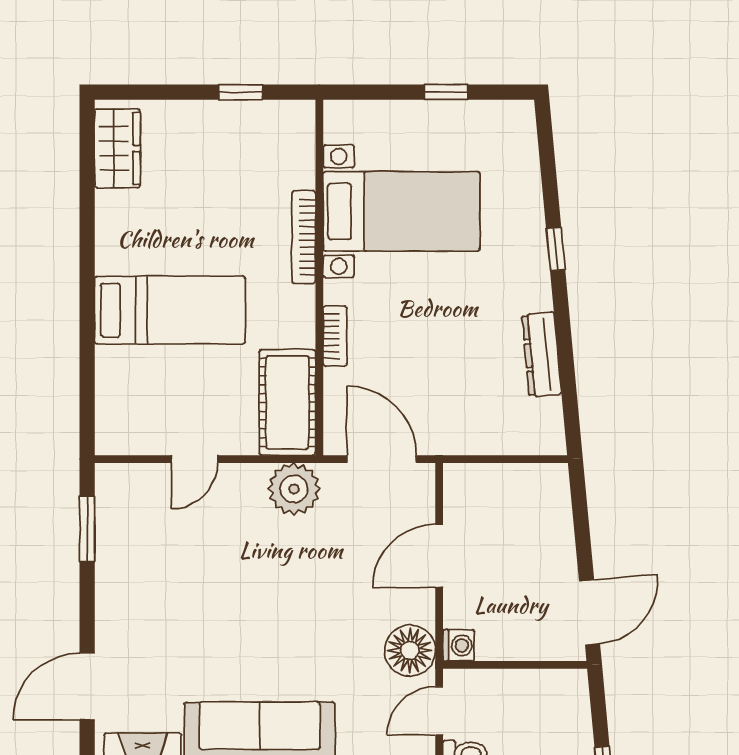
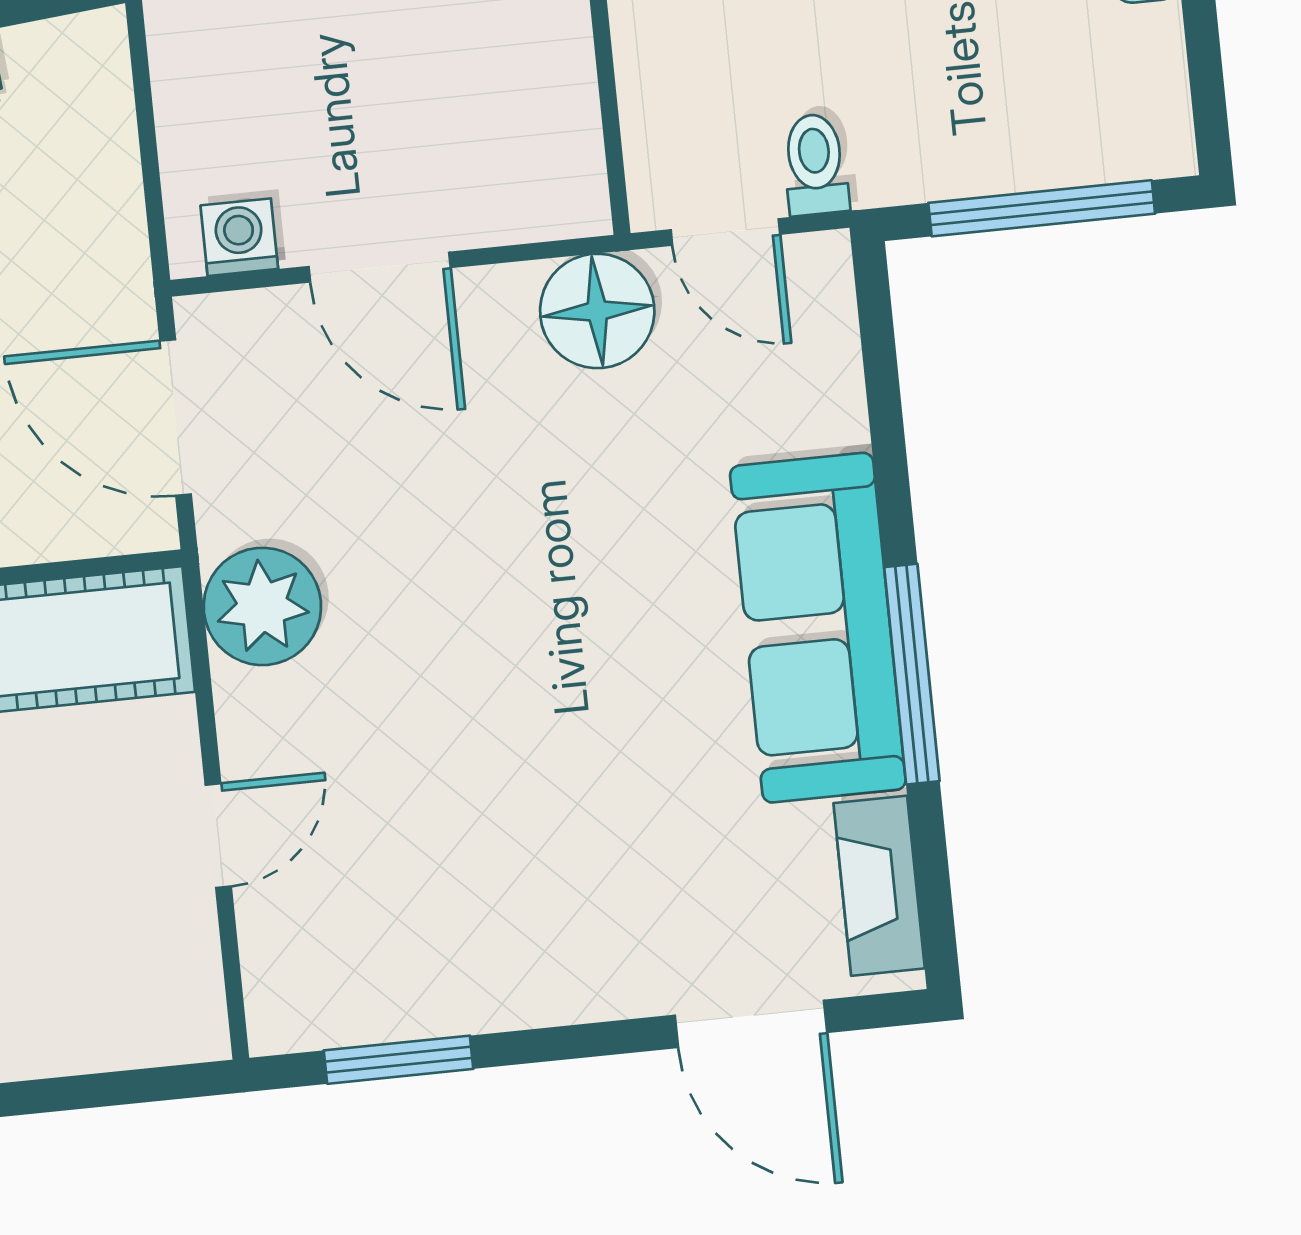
door: (194, 459) -> (218, 836), hinge flipped
door: (382, 459) -> (176, 417), hinge flipped
washing machine: (459, 645) -> (239, 237), moved

